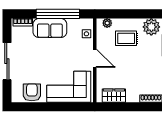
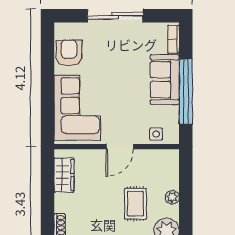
plant: (107, 23) -> (172, 197), moved
rug: (126, 38) -> (135, 204), moved
armchair: (32, 92) -> (69, 53), turned -90

